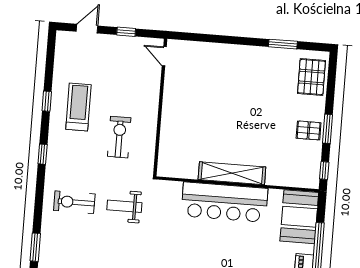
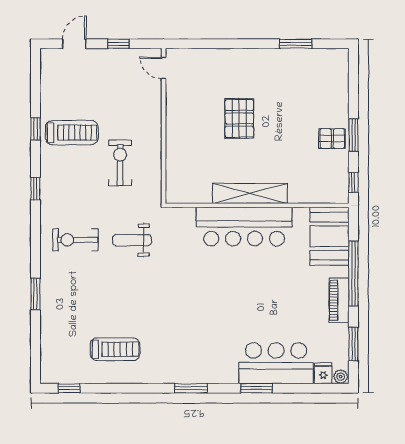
pallet: (312, 77) -> (239, 118), moved
treadmill: (78, 107) -> (72, 133), turned 90

